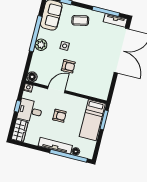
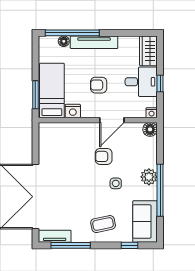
nightstand: (81, 102) -> (73, 111), added

